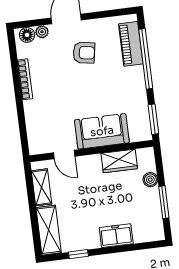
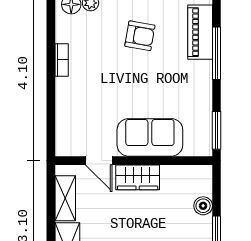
window: (146, 59) -> (216, 53), width x0.68
bookcase: (25, 79) -> (62, 60), width x0.64
wardrobe: (119, 161) -> (138, 177), moved

